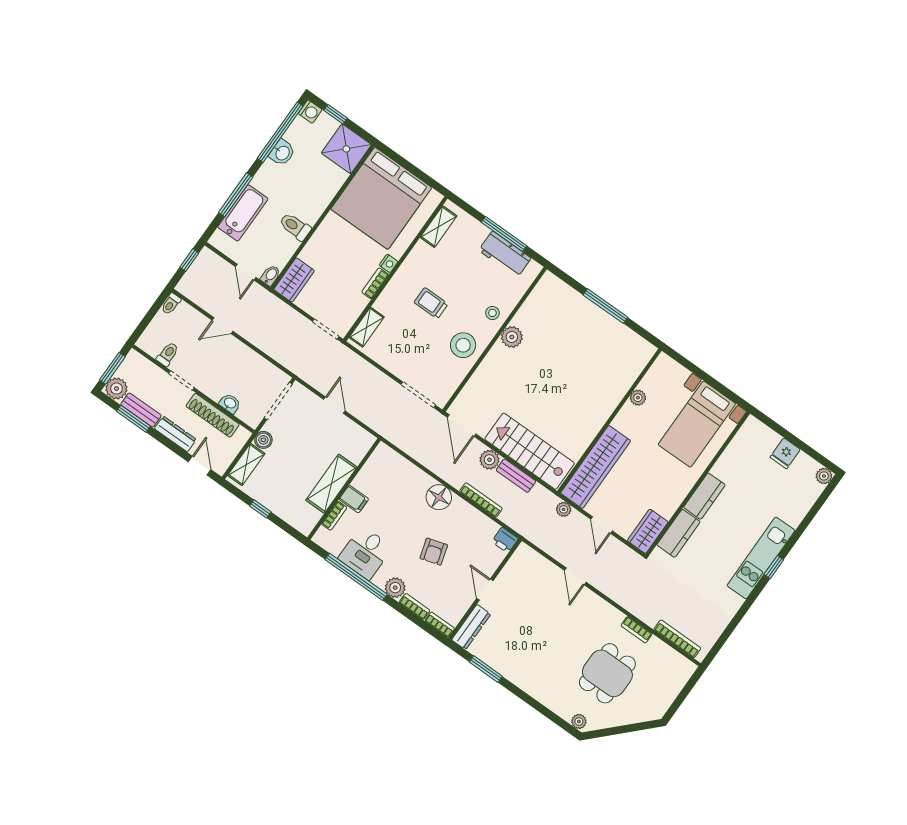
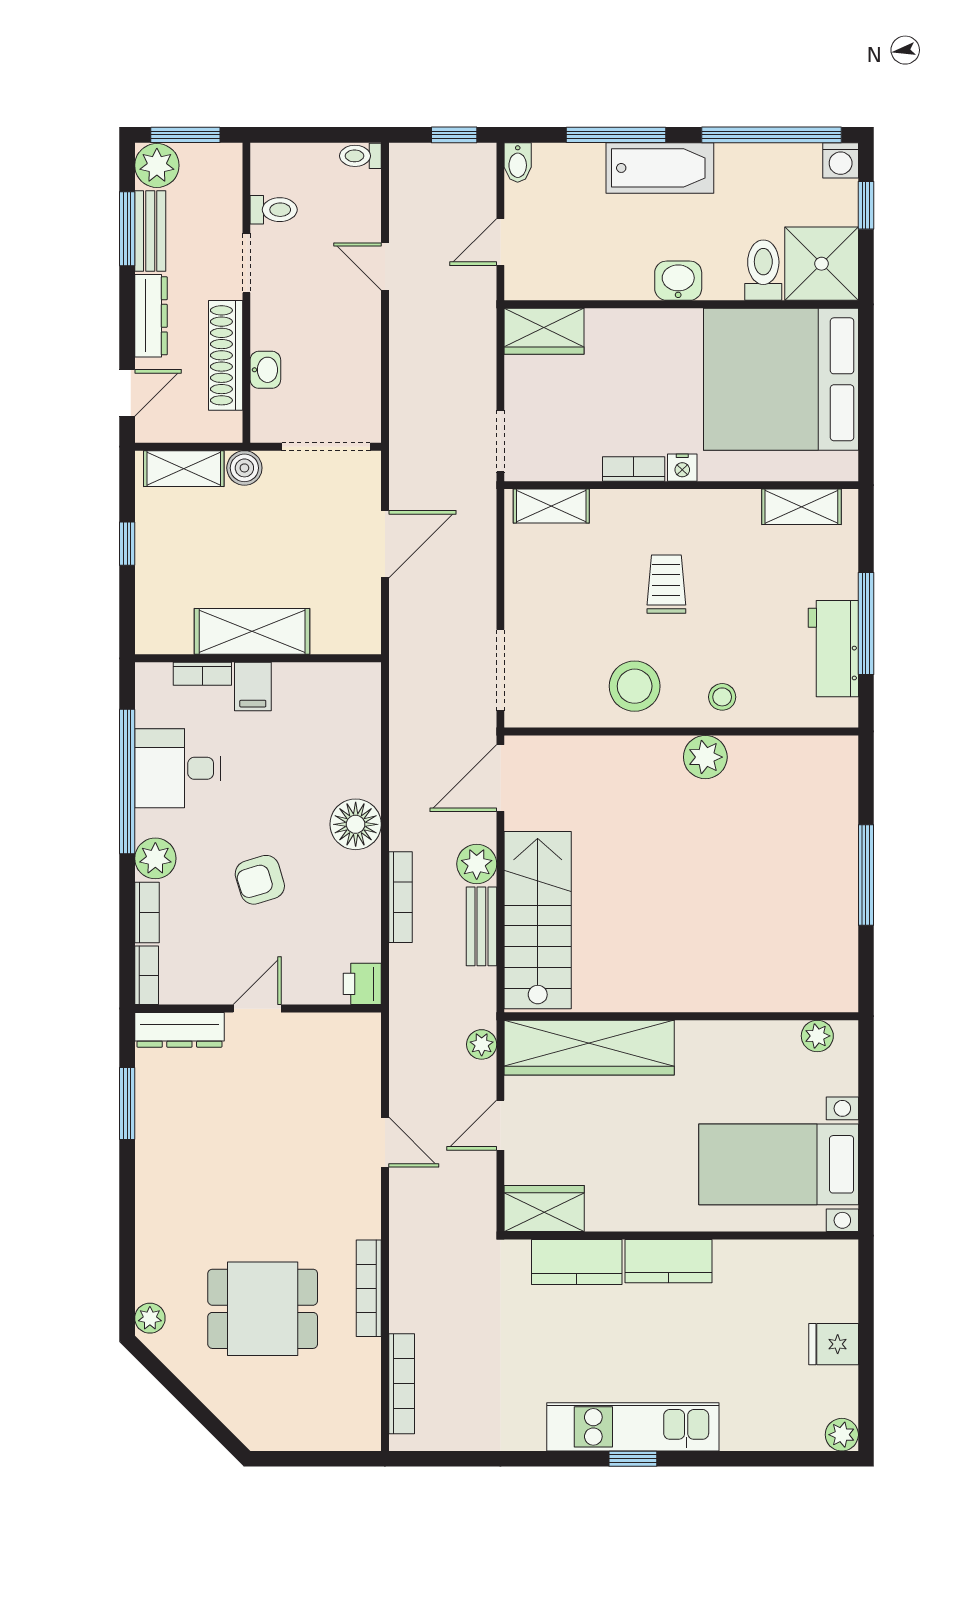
washbasin: (282, 153) -> (678, 281), moved, turned 180
bathtub: (243, 213) -> (660, 168), moved
toilet: (295, 227) -> (763, 270), moved
bidet: (271, 275) -> (518, 162), moved, turned 90
plant: (638, 398) -> (817, 1036), moved
door: (334, 405) -> (385, 544), width x1.38
door: (575, 576) -> (385, 1142), swing flipped
bookcase: (637, 630) -> (369, 1288), width x1.56

